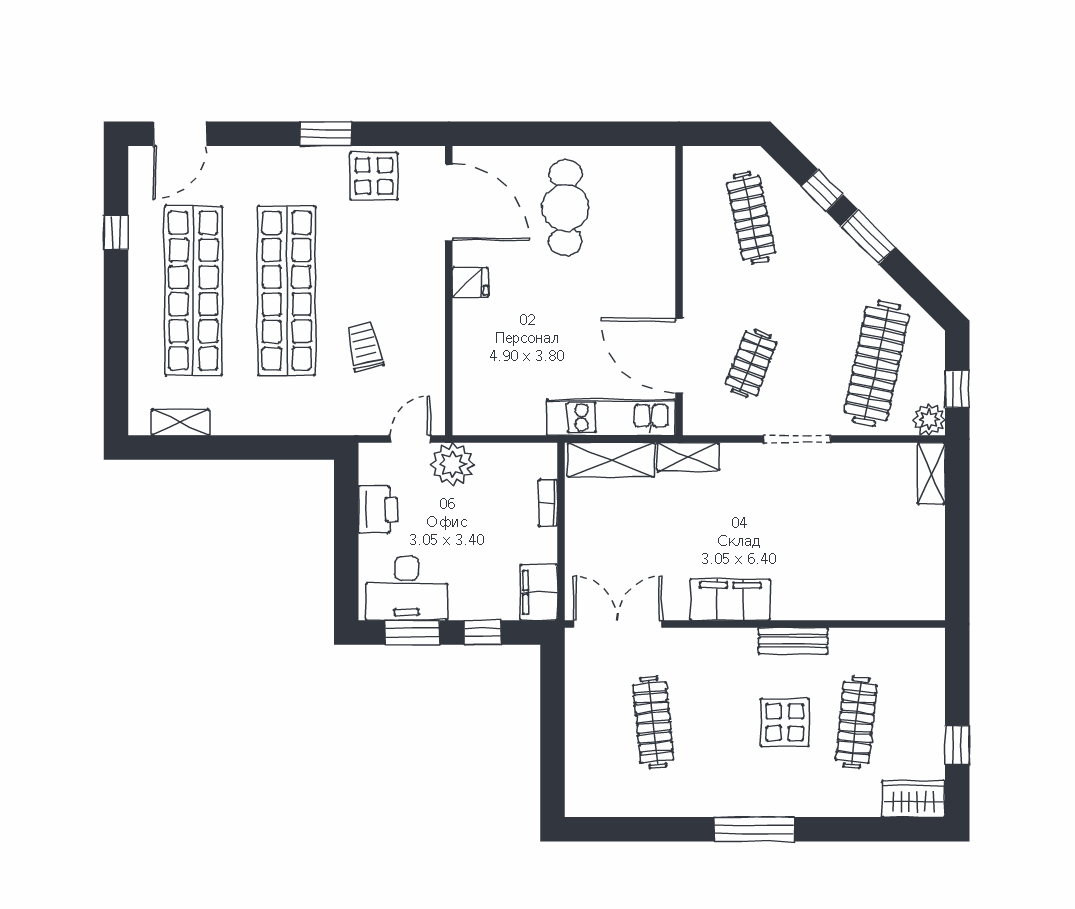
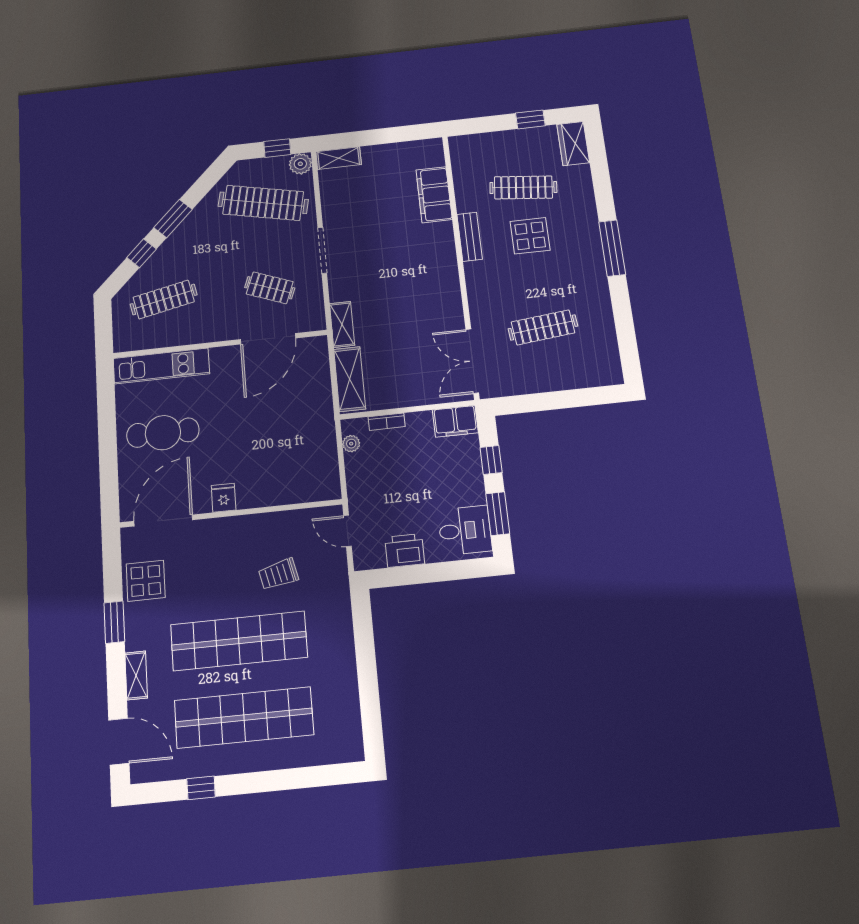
kitchen unit: (611, 417) -> (161, 366), moved, turned -90
shelving: (180, 422) -> (136, 675), moved
plant: (453, 464) -> (351, 444), moved, width x0.53, depth x0.53
desk: (406, 588) -> (465, 530), width x0.73
filing cabinet: (730, 600) -> (434, 195), moved

